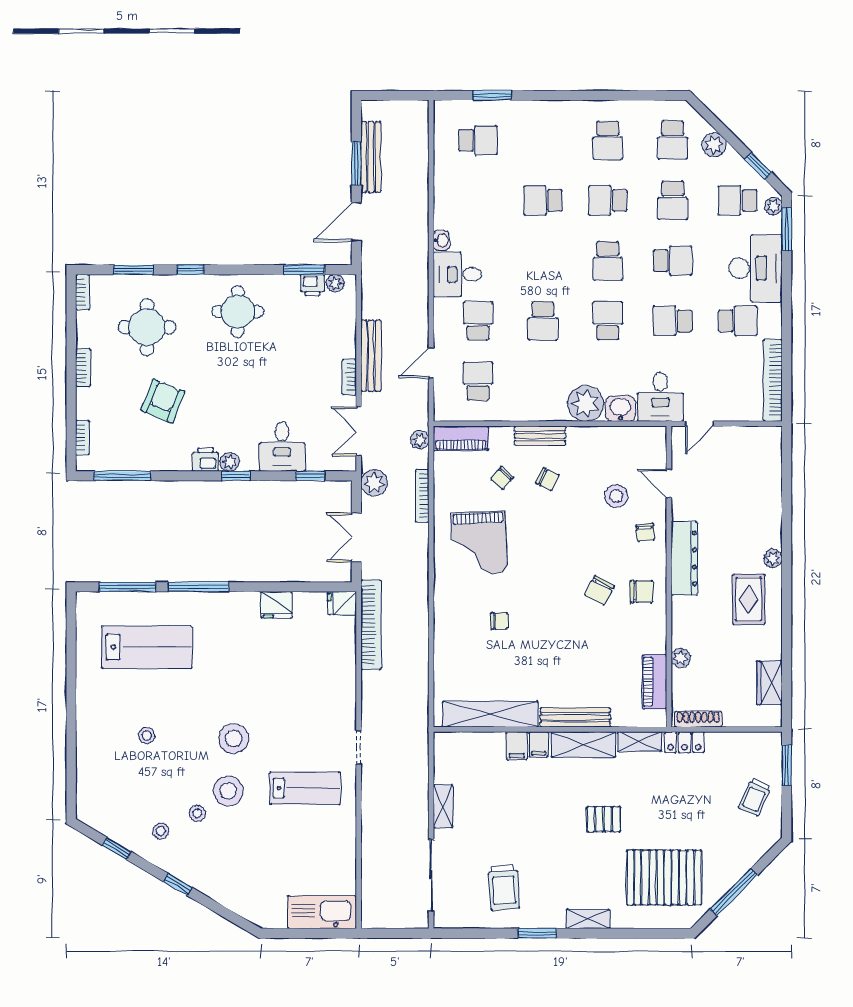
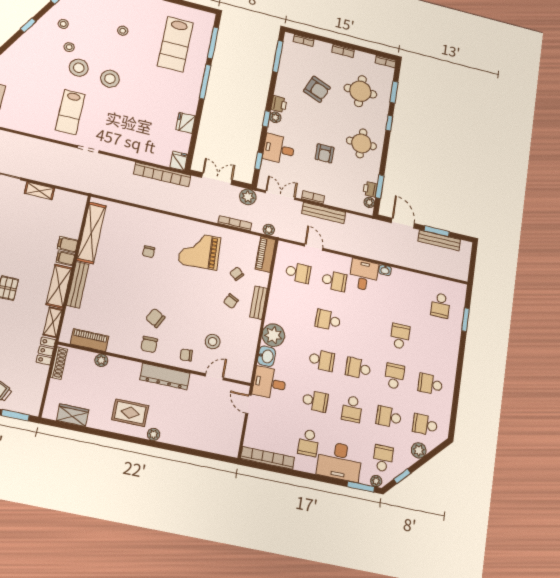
school desk: (673, 321) -> (315, 401), turned 90
armchair: (270, 370) -> (325, 153), added

